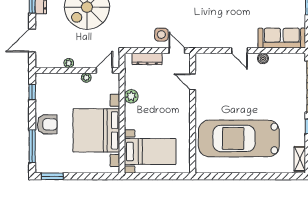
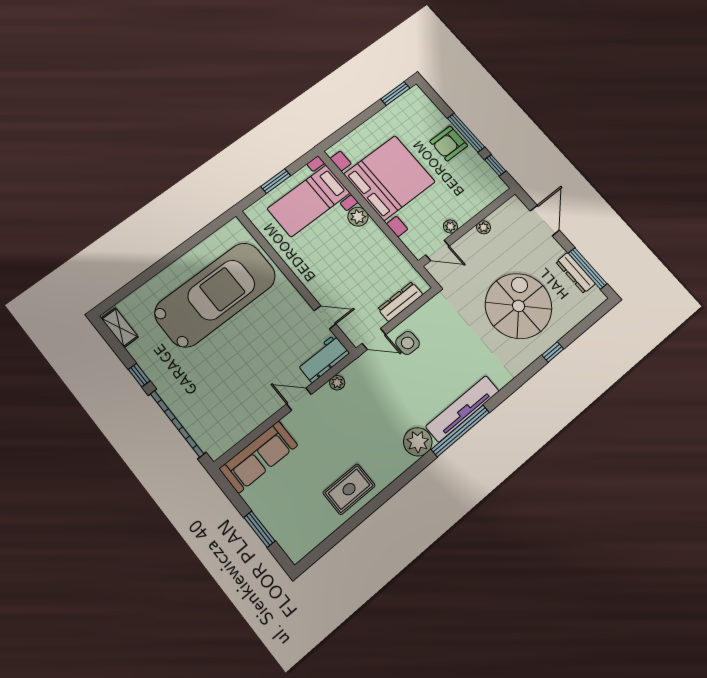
plant: (214, 43) -> (337, 383), added
boiler: (263, 58) -> (262, 413), removed
workbench: (211, 61) -> (323, 359), added
door: (104, 70) -> (437, 250), hinge flipped
plant: (131, 96) -> (358, 217), moved
window: (32, 146) -> (466, 133), moved
window: (159, 176) -> (276, 181), added

